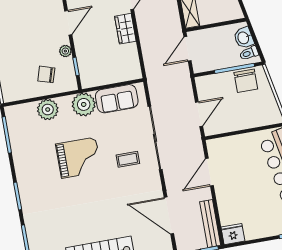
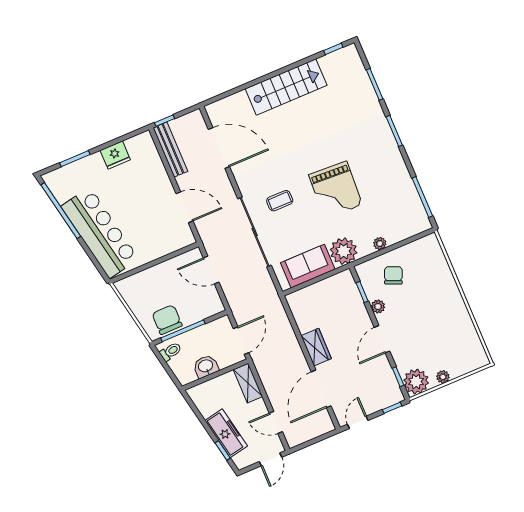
washbasin: (244, 38) -> (206, 366), moved, turned -79
chair: (46, 74) -> (393, 275), turned -84
plant: (48, 110) -> (380, 243), width x0.53, depth x0.53
door: (199, 114) -> (211, 270), hinge flipped
grand piano: (79, 158) -> (336, 190), turned -87
door: (209, 172) -> (184, 207), hinge flipped
fridge: (233, 234) -> (115, 155), moved

